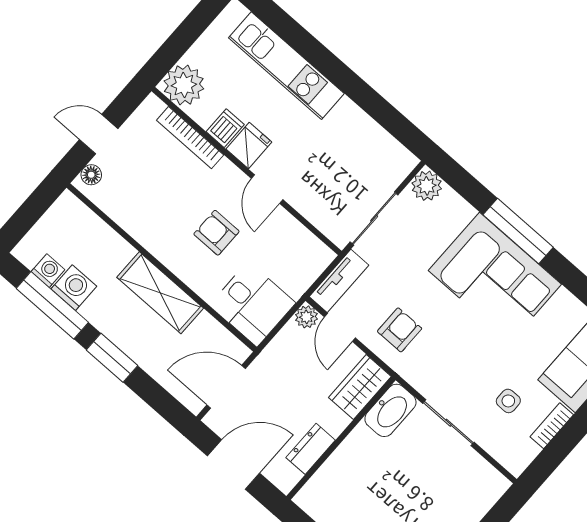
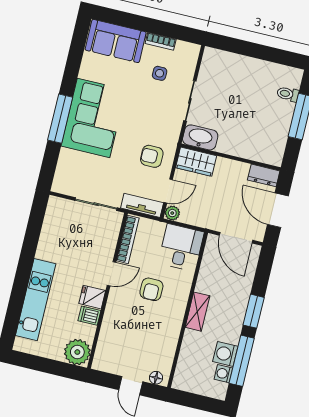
bookcase: (190, 138) -> (128, 239), moved
plant: (427, 186) -> (62, 184), removed
shelving: (160, 293) -> (197, 312), width x0.67, depth x0.75
dresser: (311, 449) -> (264, 175), moved

